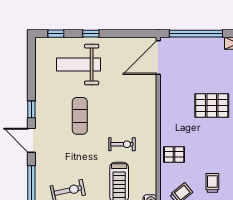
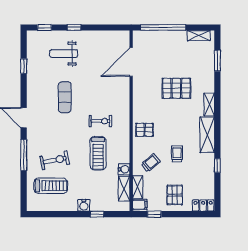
door: (158, 57) -> (131, 62), moved
weight bench: (79, 65) -> (64, 54), width x0.73, depth x0.75
window: (31, 109) -> (24, 66), moved

